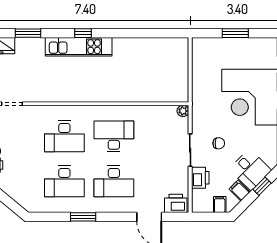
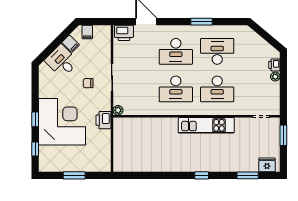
kitchen unit: (79, 47) -> (206, 125), moved, turned 180
desk: (64, 136) -> (217, 89), turned 180
printer: (200, 178) -> (103, 120), moved
desk: (114, 181) -> (176, 51), turned 180
window: (262, 186) -> (52, 47), removed

